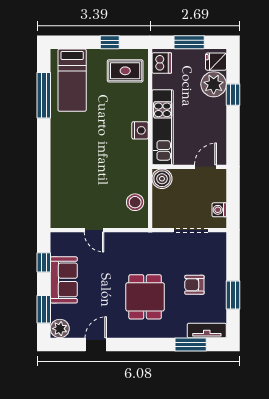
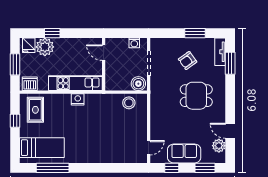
boiler: (162, 179) -> (138, 84), moved
door: (94, 230) -> (149, 148), moved
armchair: (194, 285) -> (188, 61), turned 54
plant: (60, 329) -> (219, 146), moved

